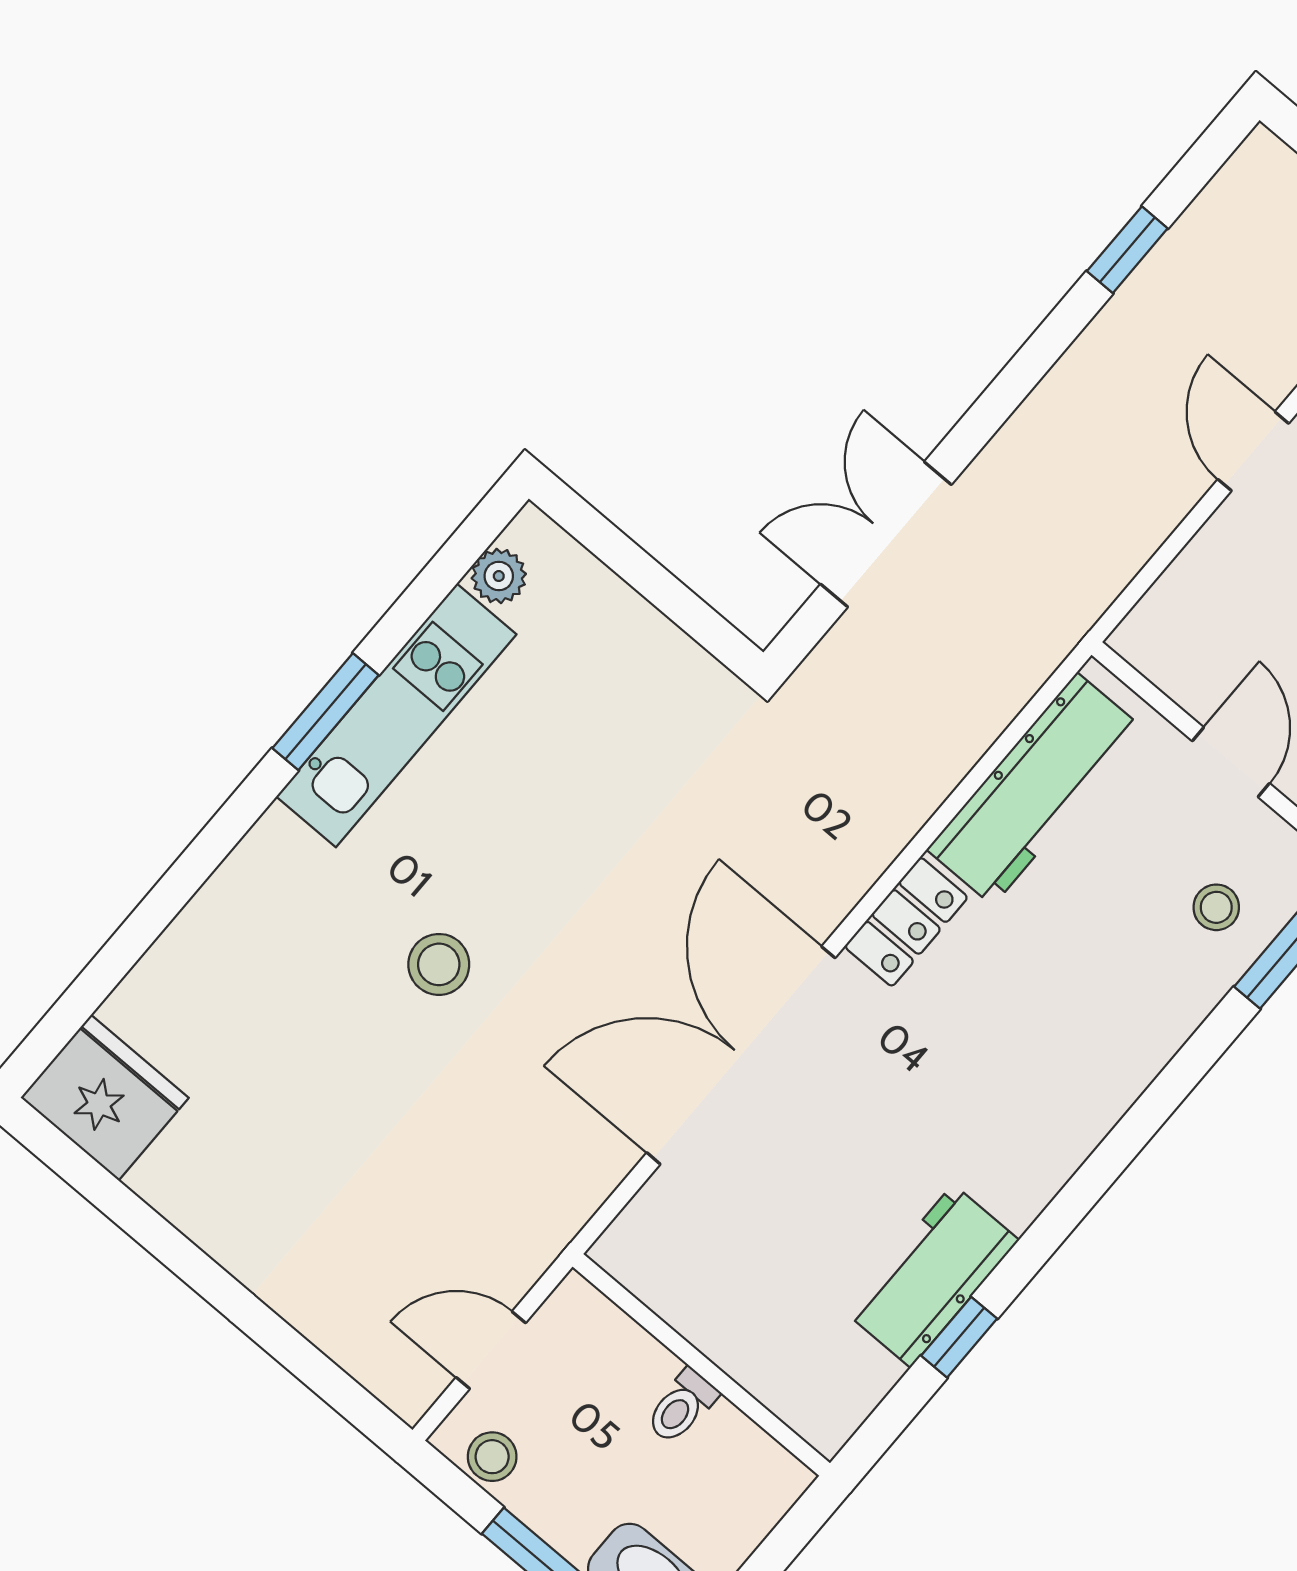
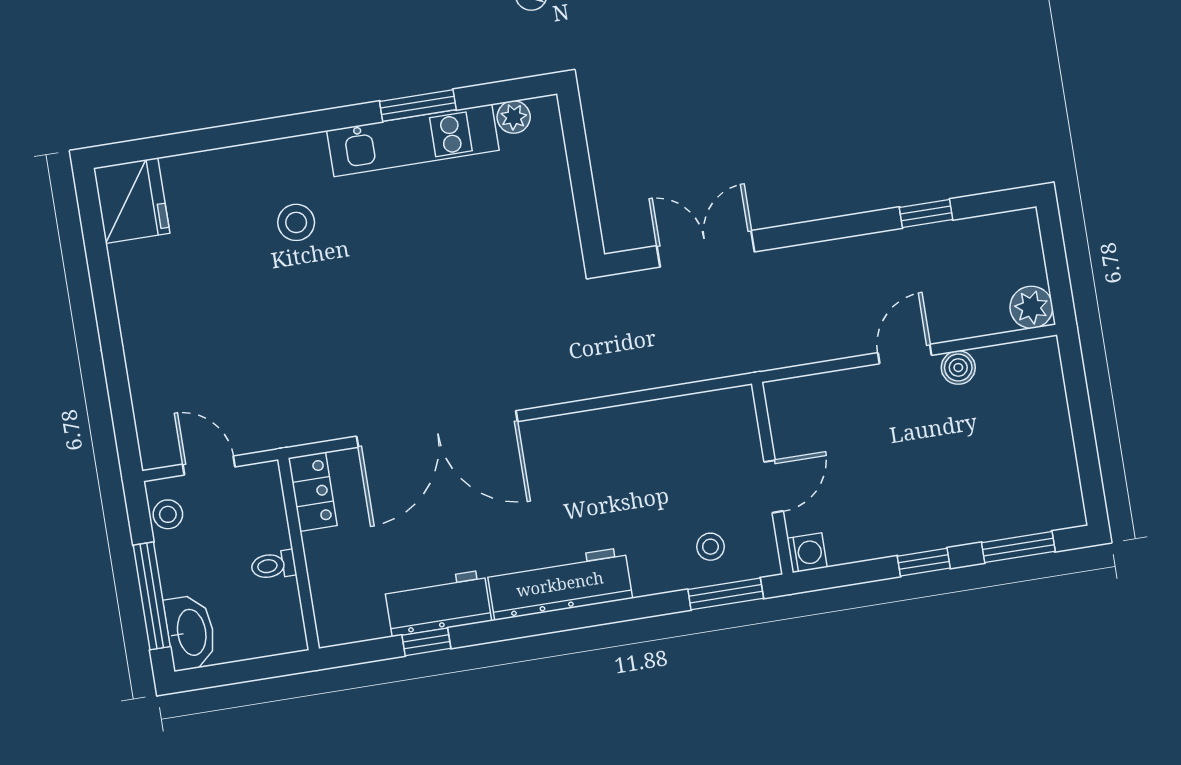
window: (326, 712) -> (418, 106), moved
workbench: (1035, 789) -> (560, 584), moved, turned 180
locker: (906, 922) -> (313, 492), moved, turned -90
stool: (439, 964) -> (296, 222), moved
double door: (741, 1055) -> (437, 429), swing flipped

